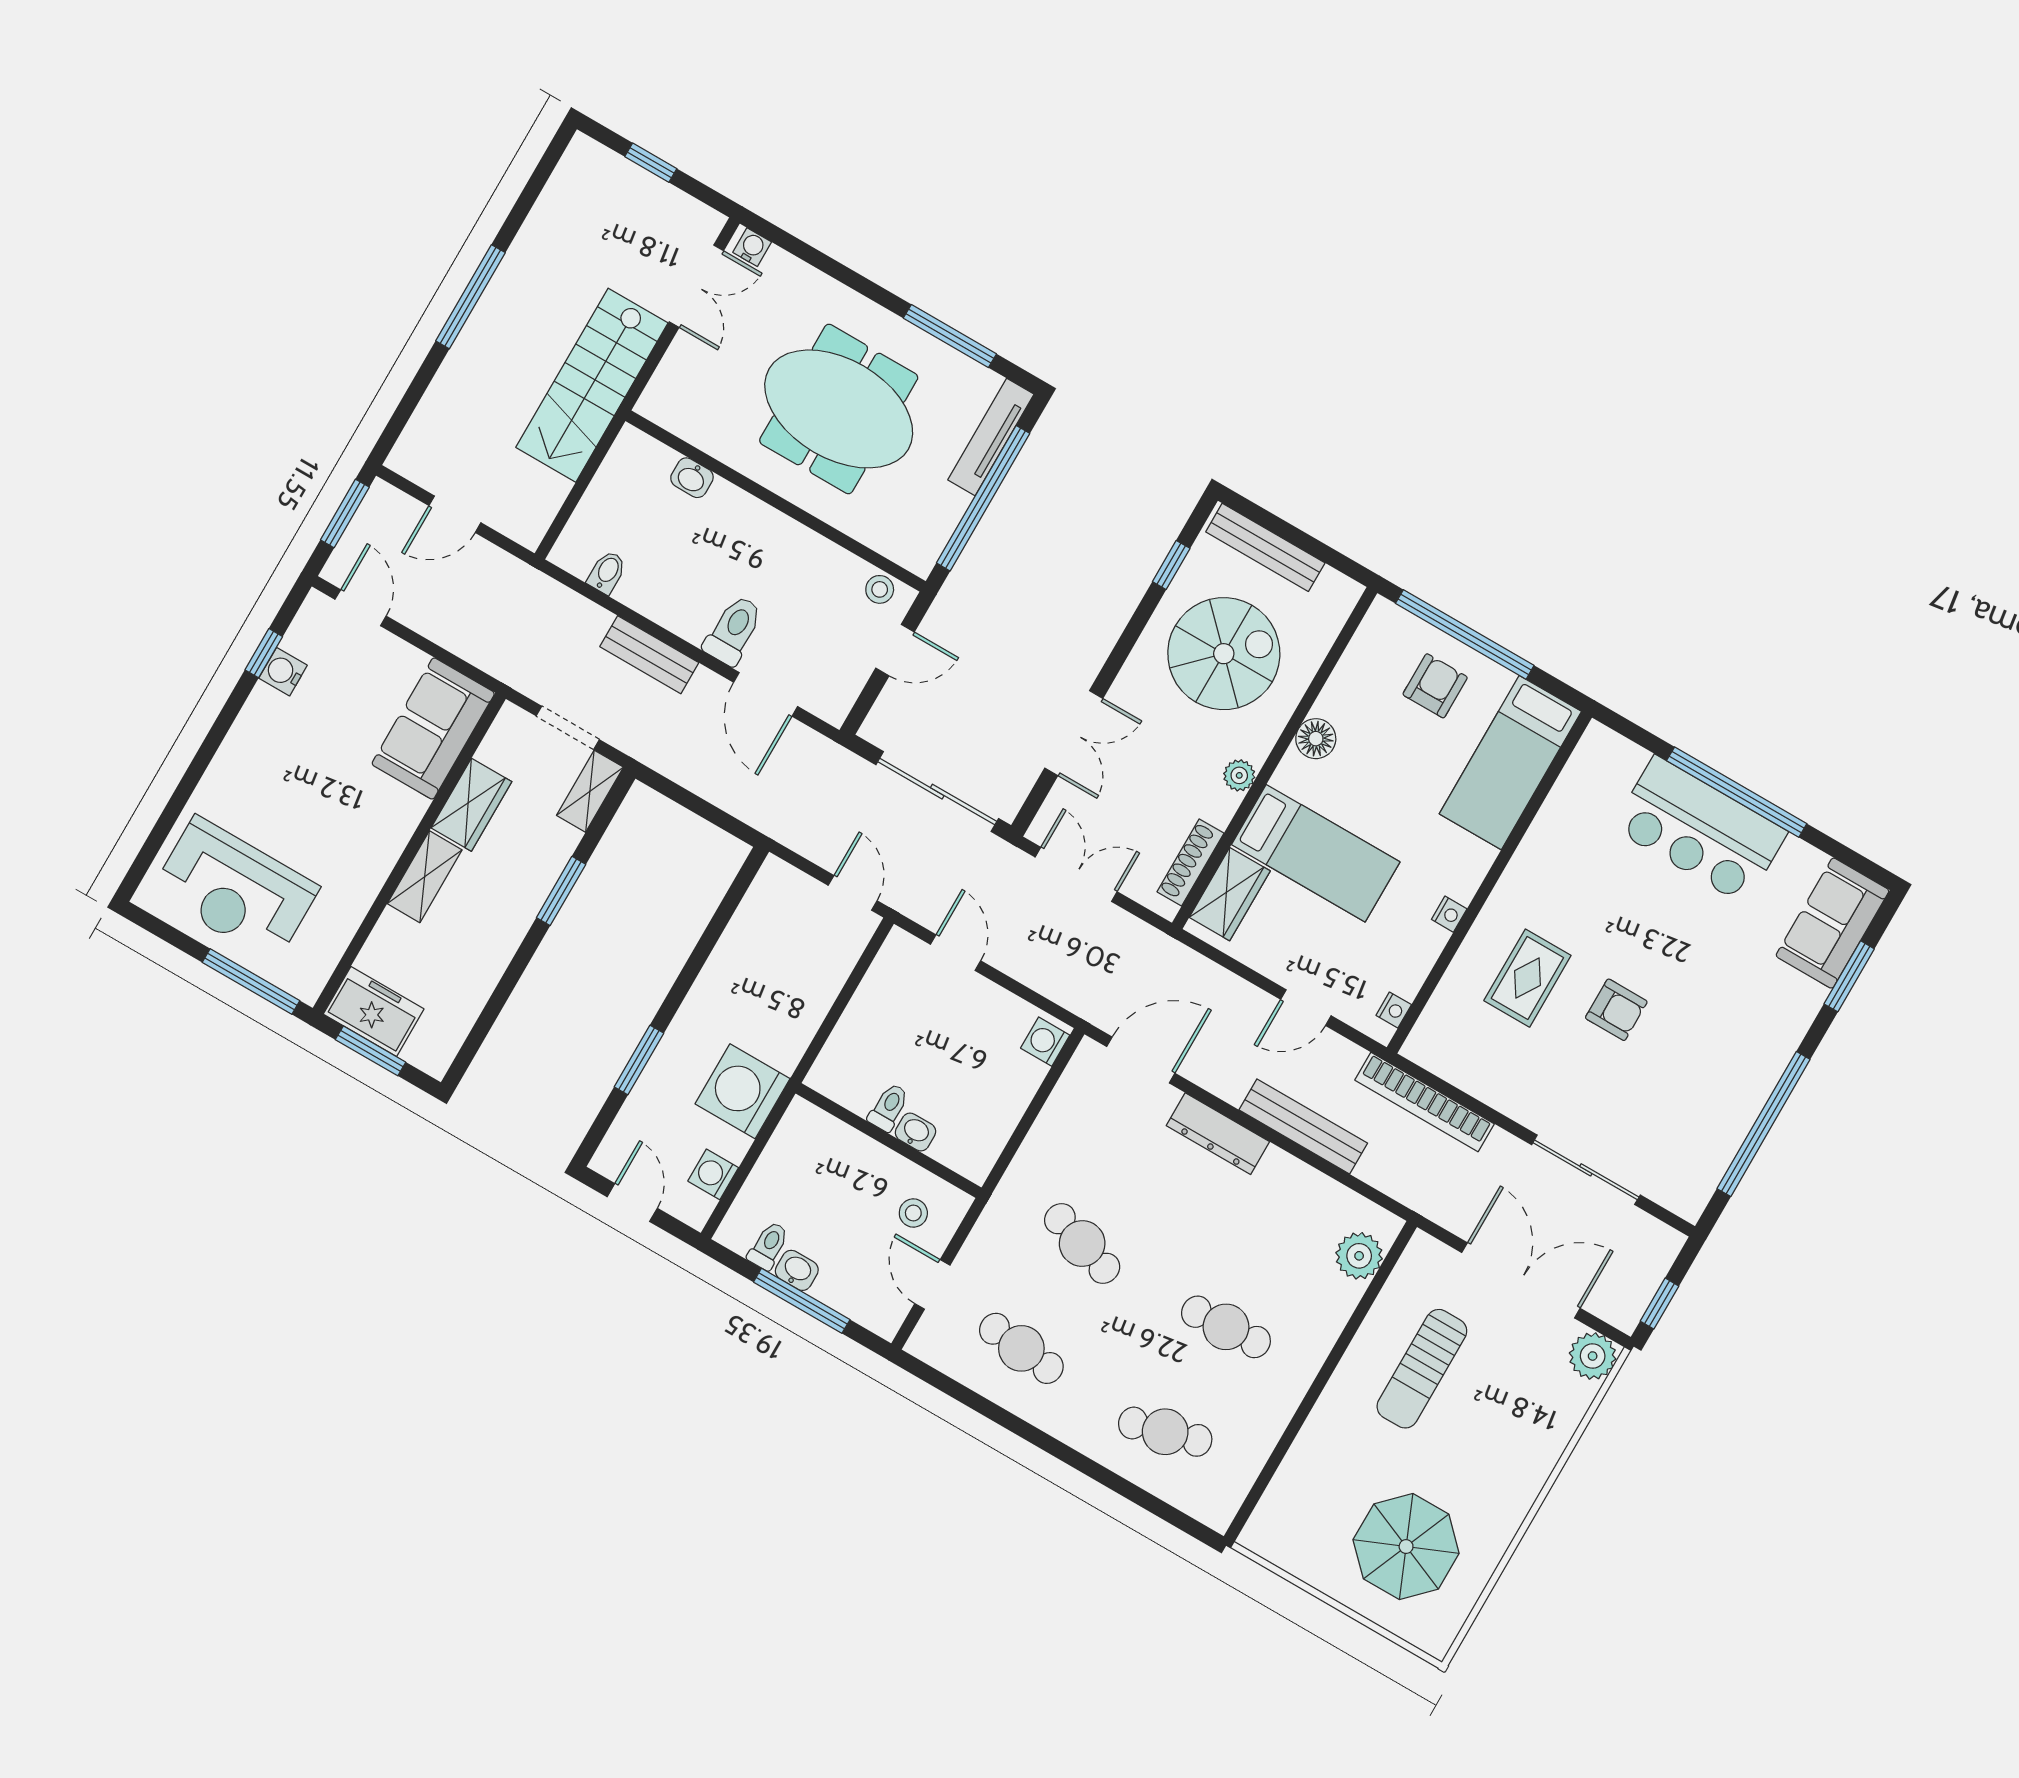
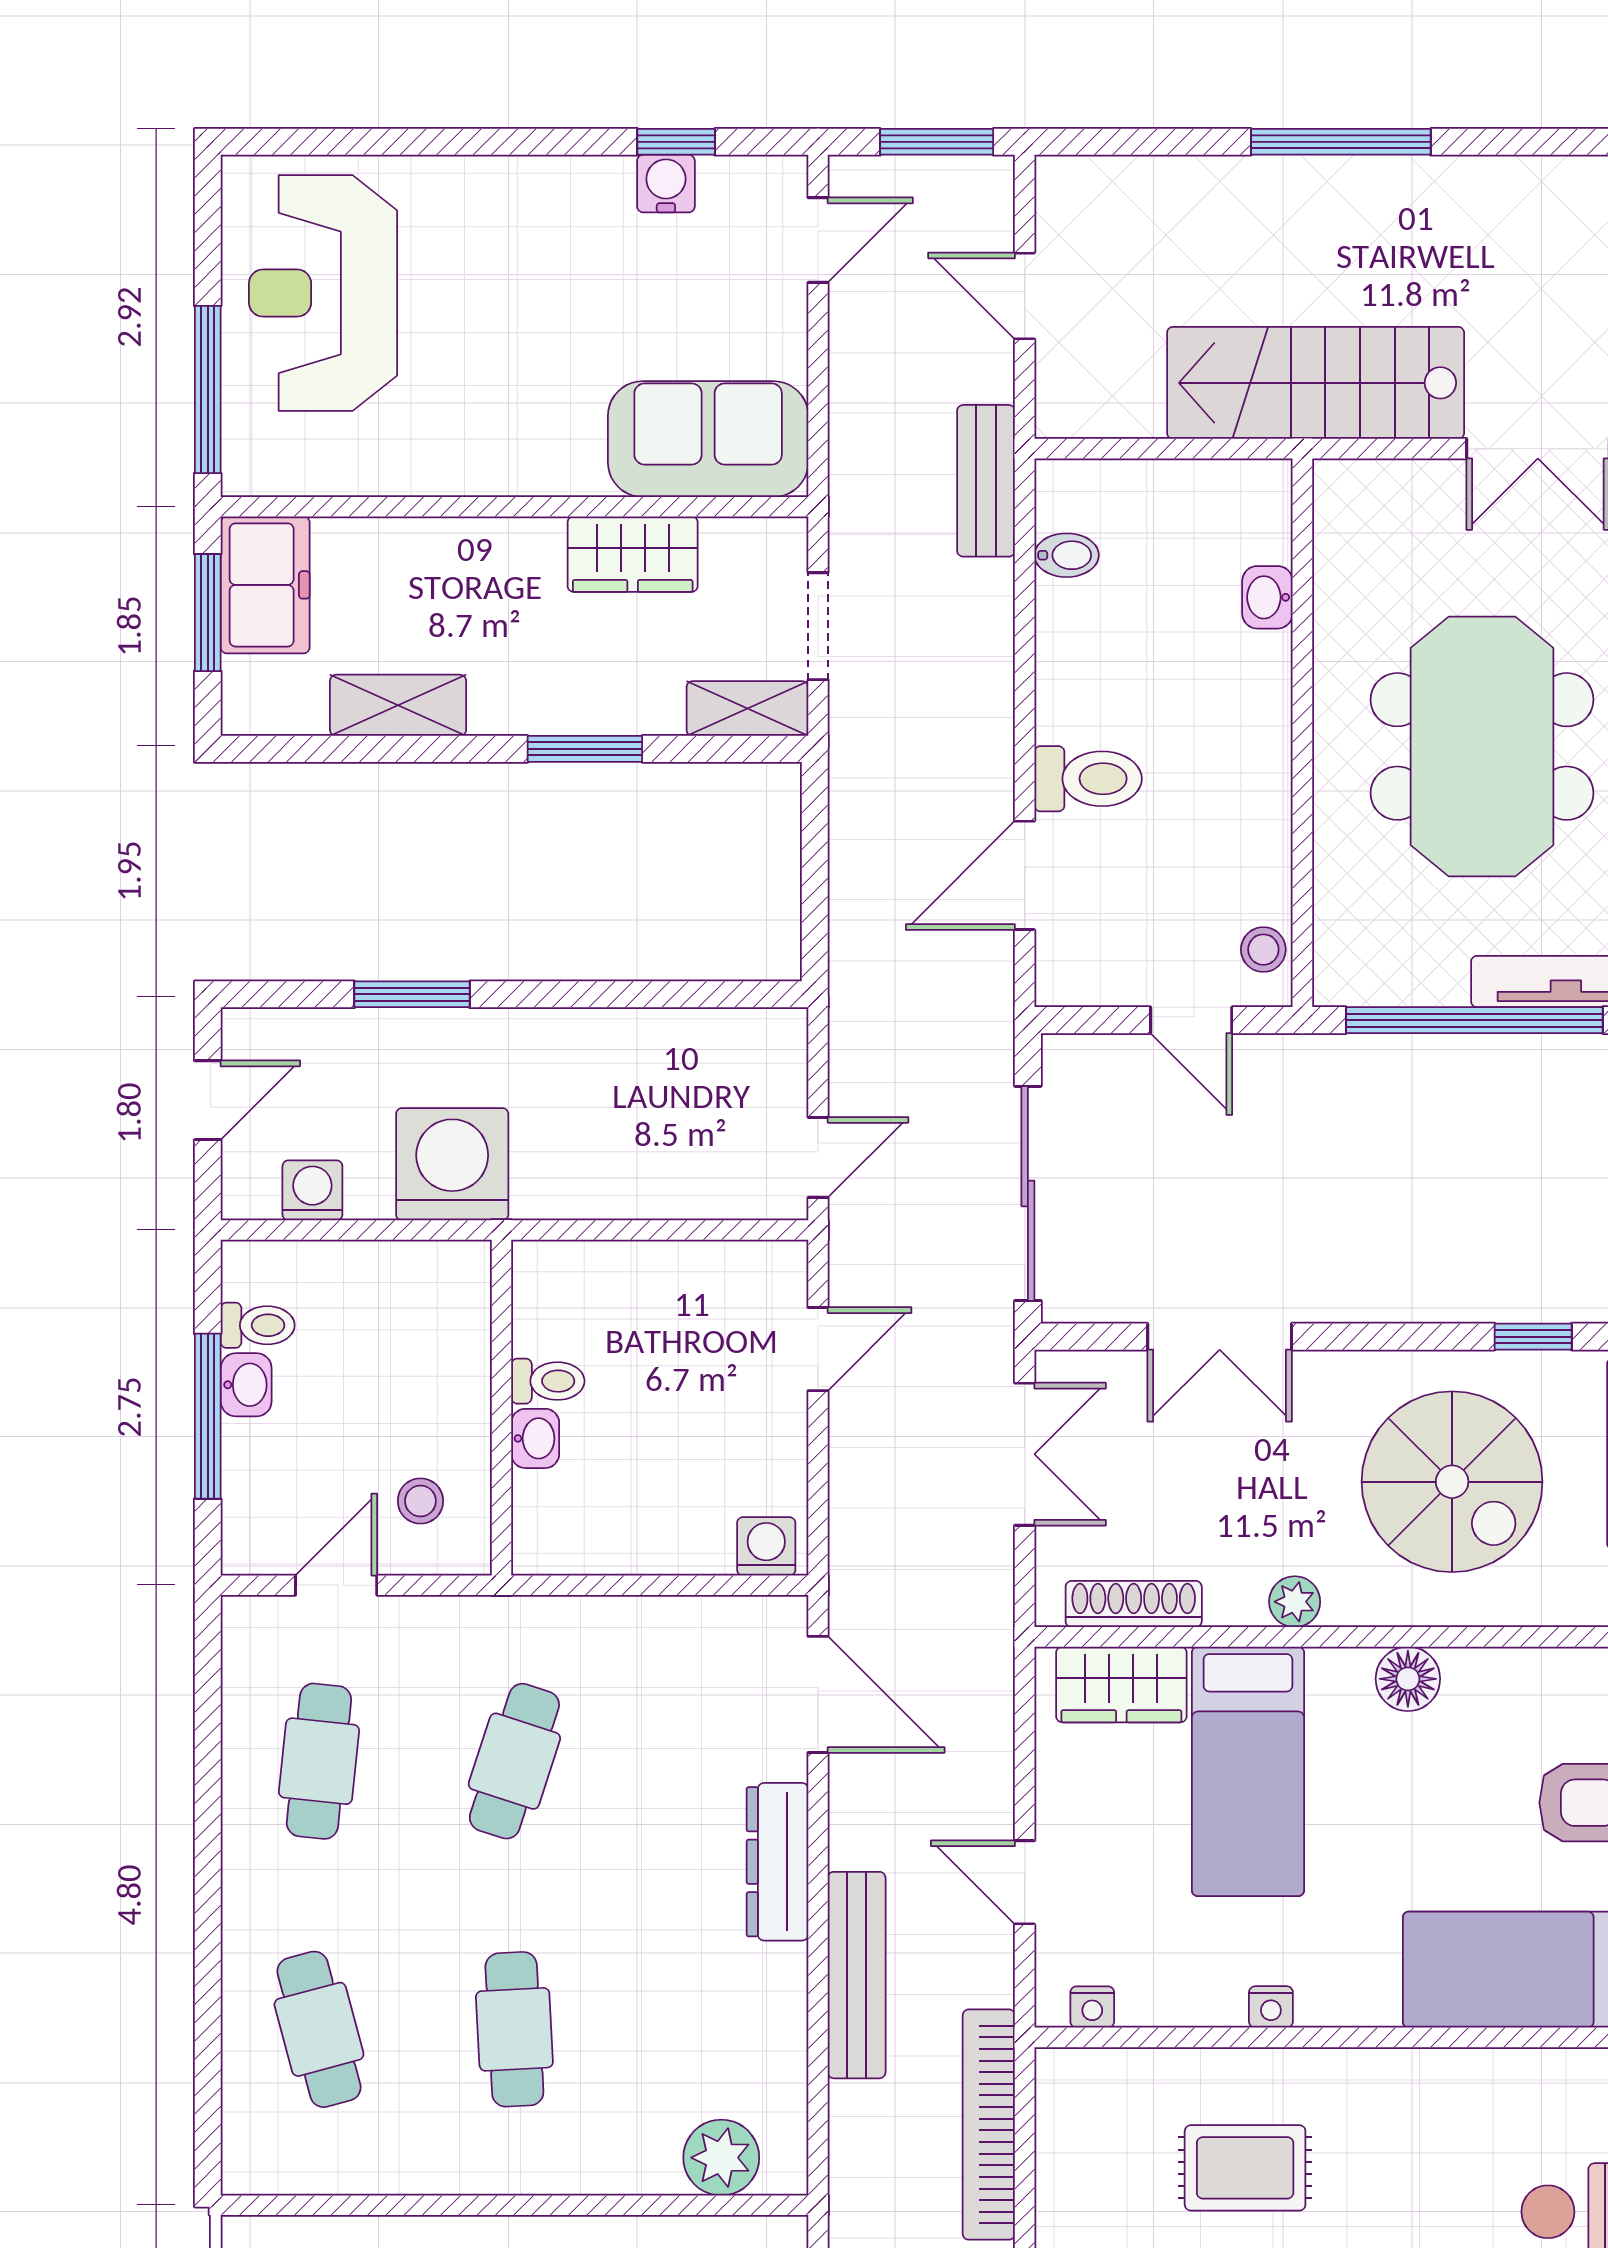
bench: (649, 655) -> (986, 481), moved
shelving: (425, 877) -> (398, 705), moved

